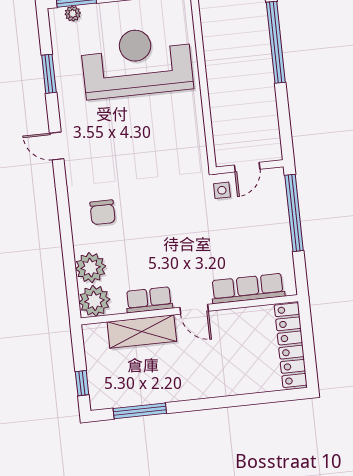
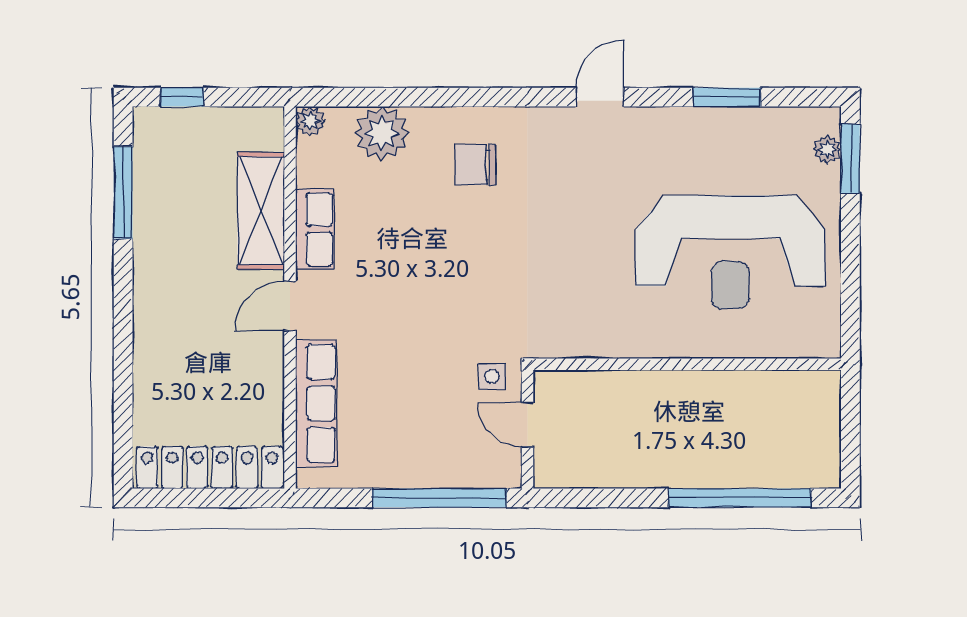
reception desk: (137, 62) -> (730, 252), turned 90
plant: (94, 301) -> (310, 121), width x0.53, depth x0.53

